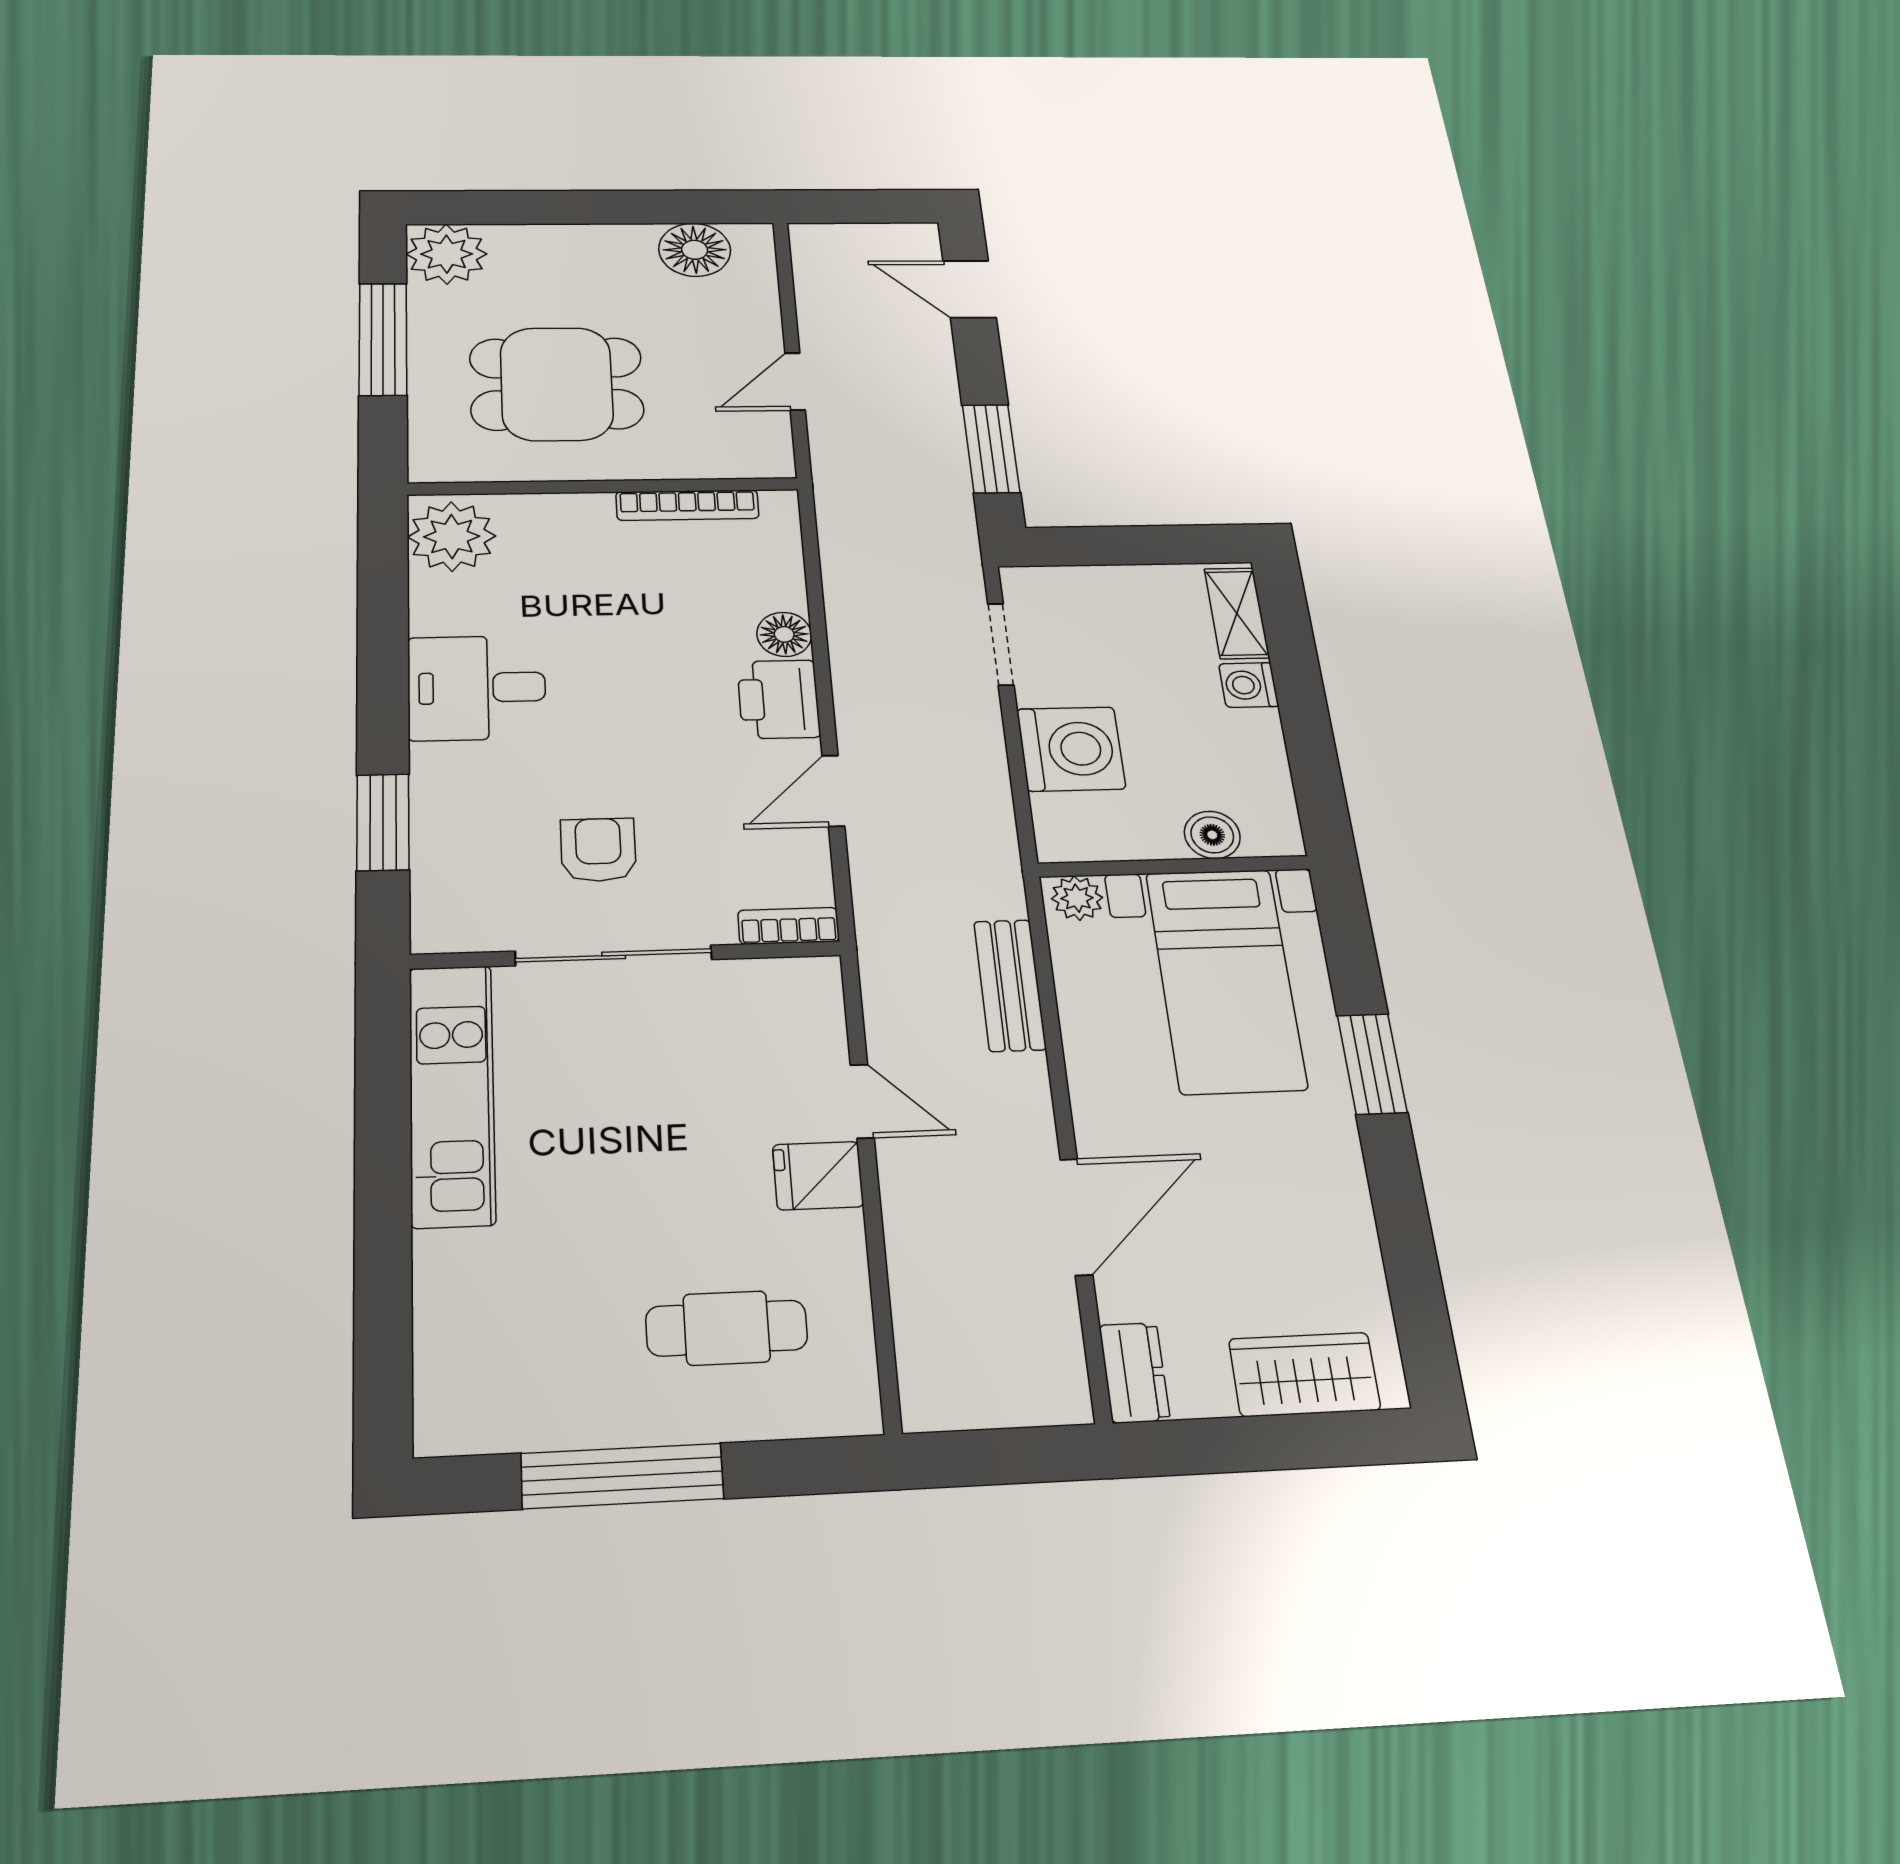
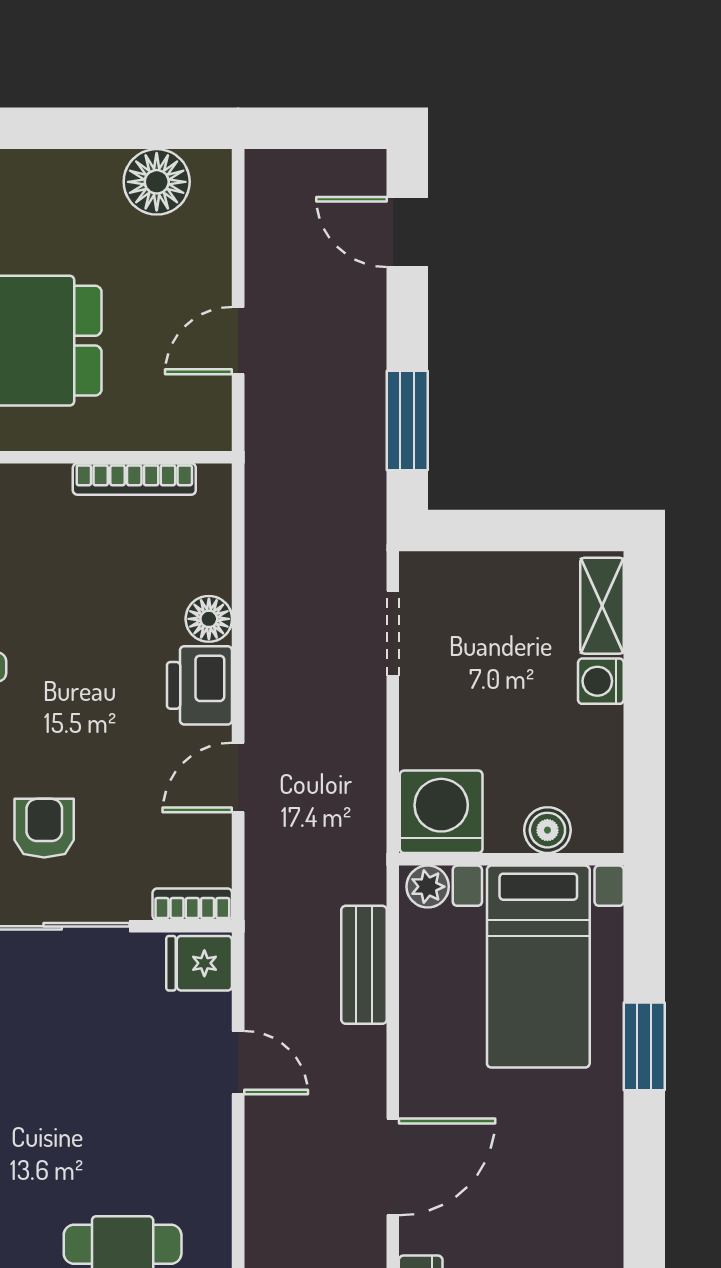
washing machine: (1071, 749) -> (441, 812), moved, turned -90
fridge: (818, 1176) -> (199, 963), moved

